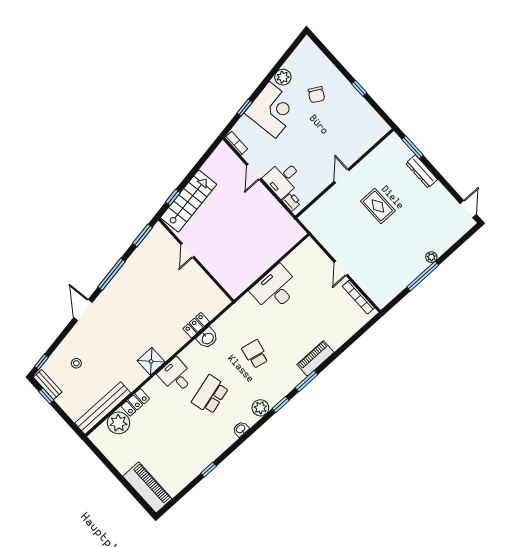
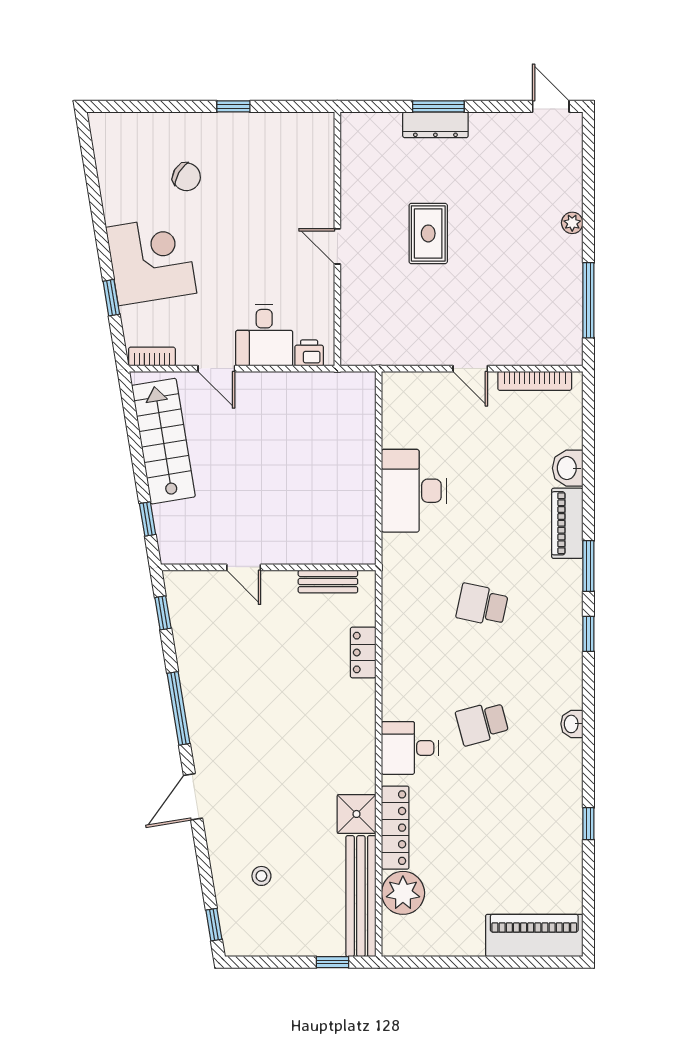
plant: (283, 77) -> (117, 202), removed
window: (413, 147) -> (438, 106), moved
stairs: (188, 201) -> (163, 441), moved
rug: (378, 206) -> (428, 233), turned 90
window: (142, 235) -> (163, 613), width x0.67
window: (423, 276) -> (588, 300), moved
door: (83, 310) -> (193, 797), hinge flipped
washbasin: (207, 338) -> (568, 468), moved, turned 180
shower: (151, 361) -> (356, 814), moved
bench: (48, 385) -> (328, 582), moved
school desk: (210, 395) -> (482, 723), width x0.54
window: (46, 396) -> (333, 962), moved
locker: (135, 402) -> (395, 828), width x1.53
plant: (260, 408) -> (567, 668), removed

